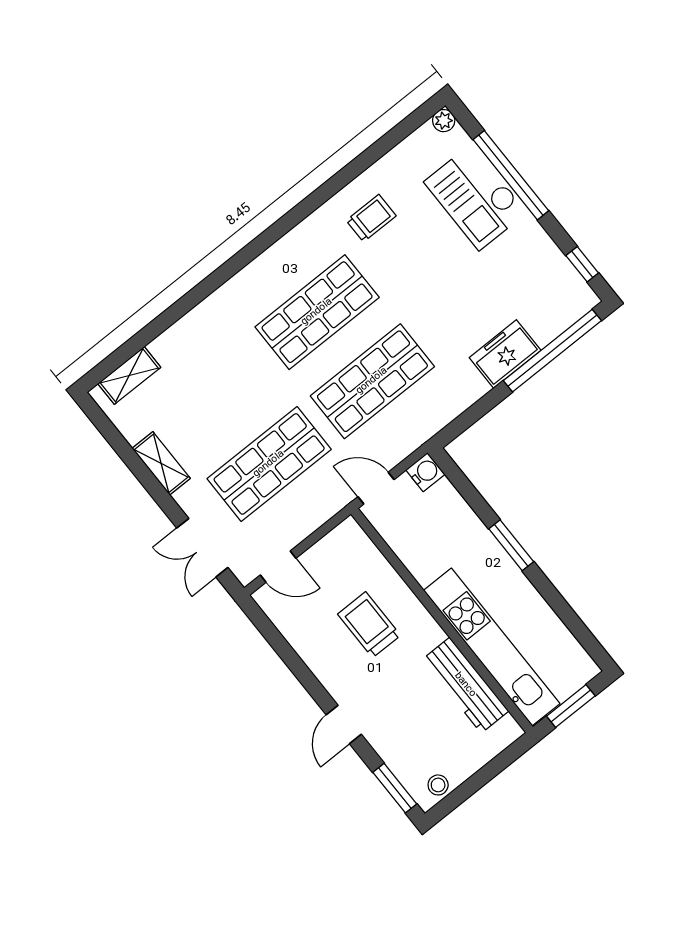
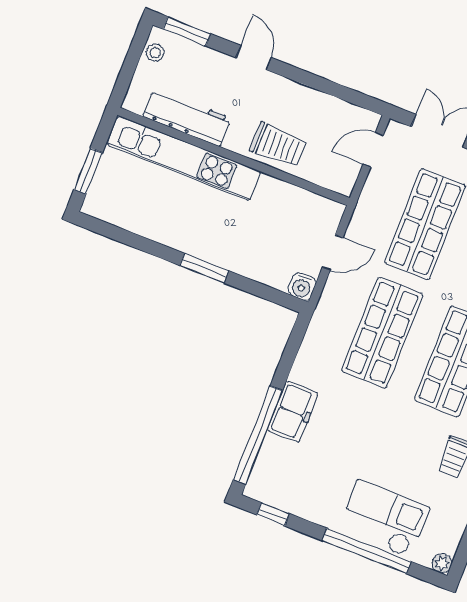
wall: (442, 620) -> (234, 156), moved
kitchen unit: (492, 647) -> (184, 158), moved
workbench: (465, 685) -> (187, 117), moved

